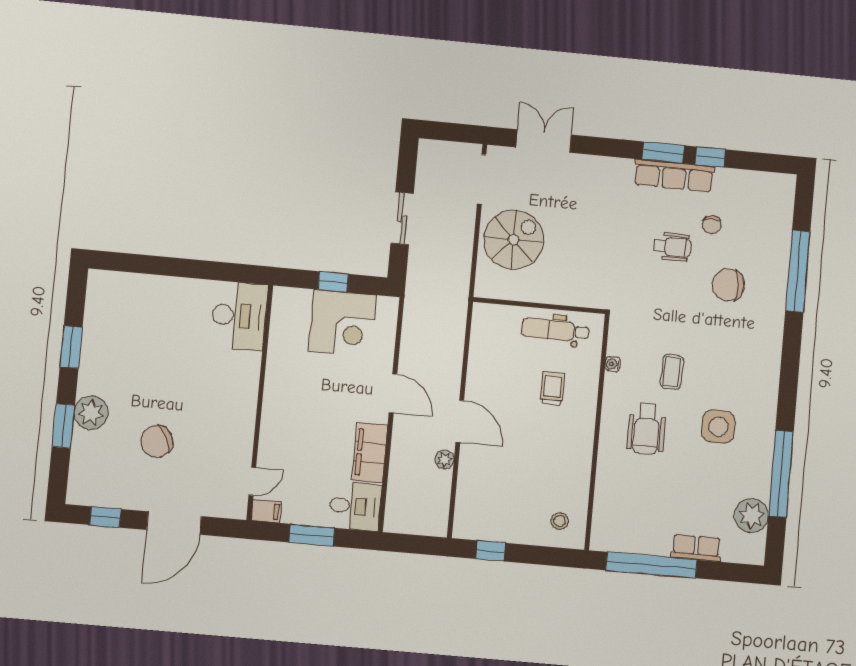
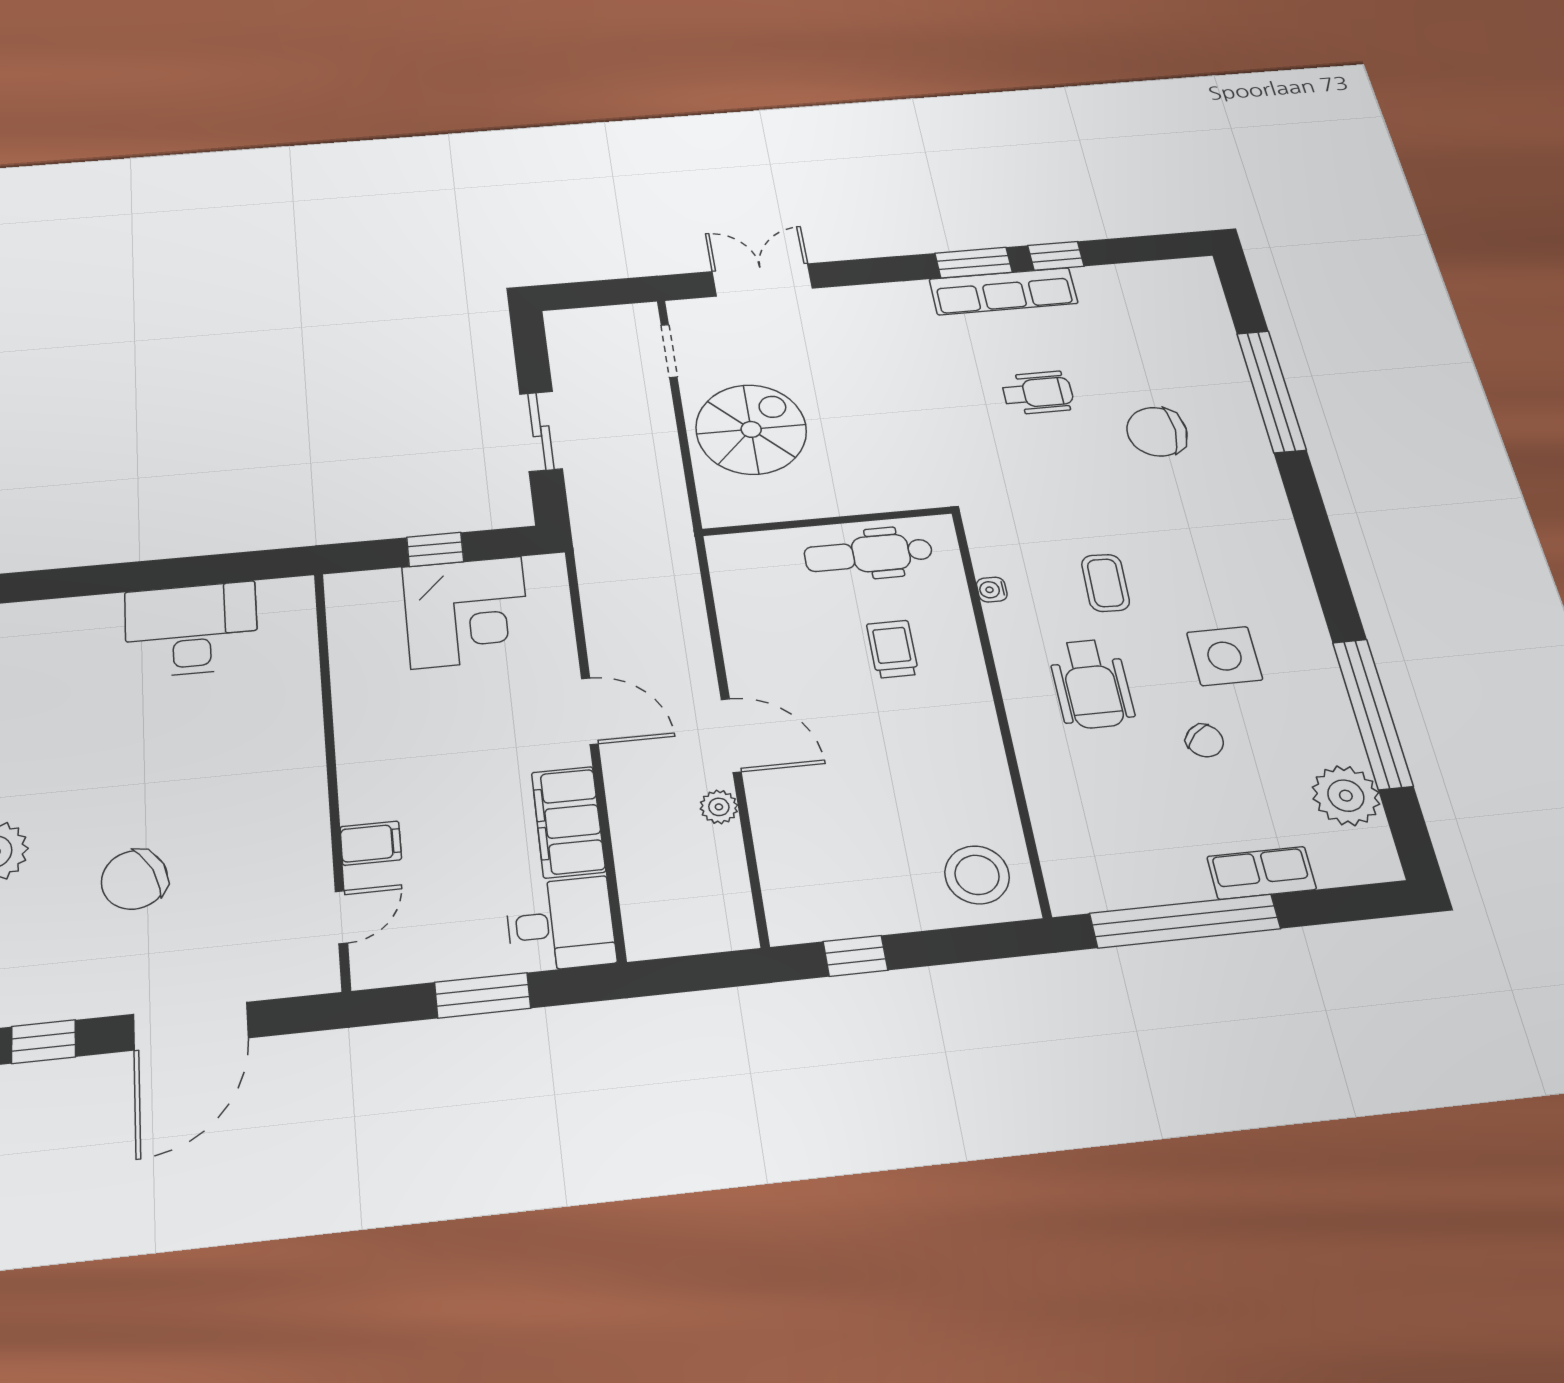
doorway: (482, 179) -> (669, 351), width x0.73
chair: (712, 225) -> (1205, 741), moved, turned -43
desk: (239, 316) -> (191, 629), moved, turned -90
filing cabinet: (266, 511) -> (371, 843), moved
stool: (560, 521) -> (977, 875), width x1.89, depth x1.89

